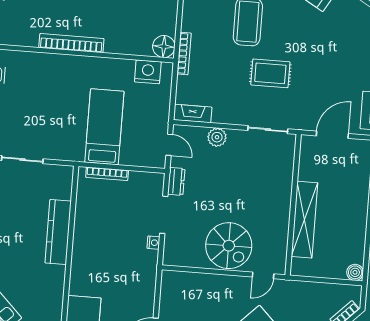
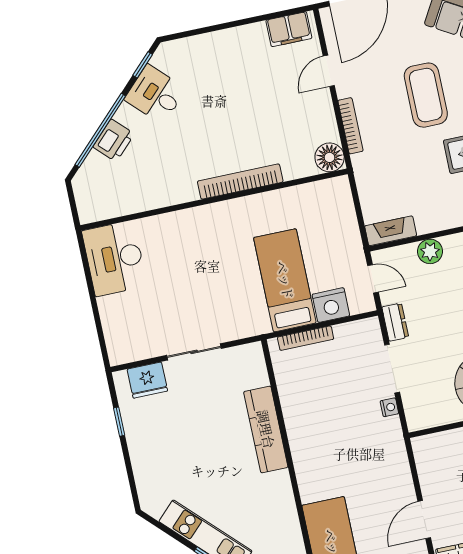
bookcase: (71, 43) -> (240, 182), moved
bookcase: (184, 54) -> (351, 126), moved
nightstand: (148, 72) -> (331, 305), moved, turned 180

